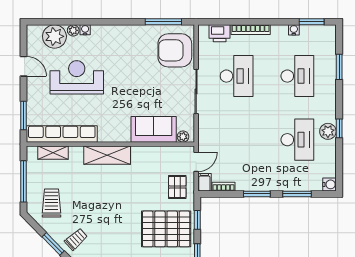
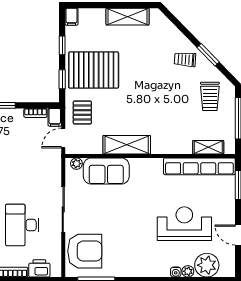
reception desk: (77, 77) -> (184, 224), turned 180
shelving: (107, 155) -> (127, 145), moved
trolley: (76, 239) -> (185, 60), turned 46

